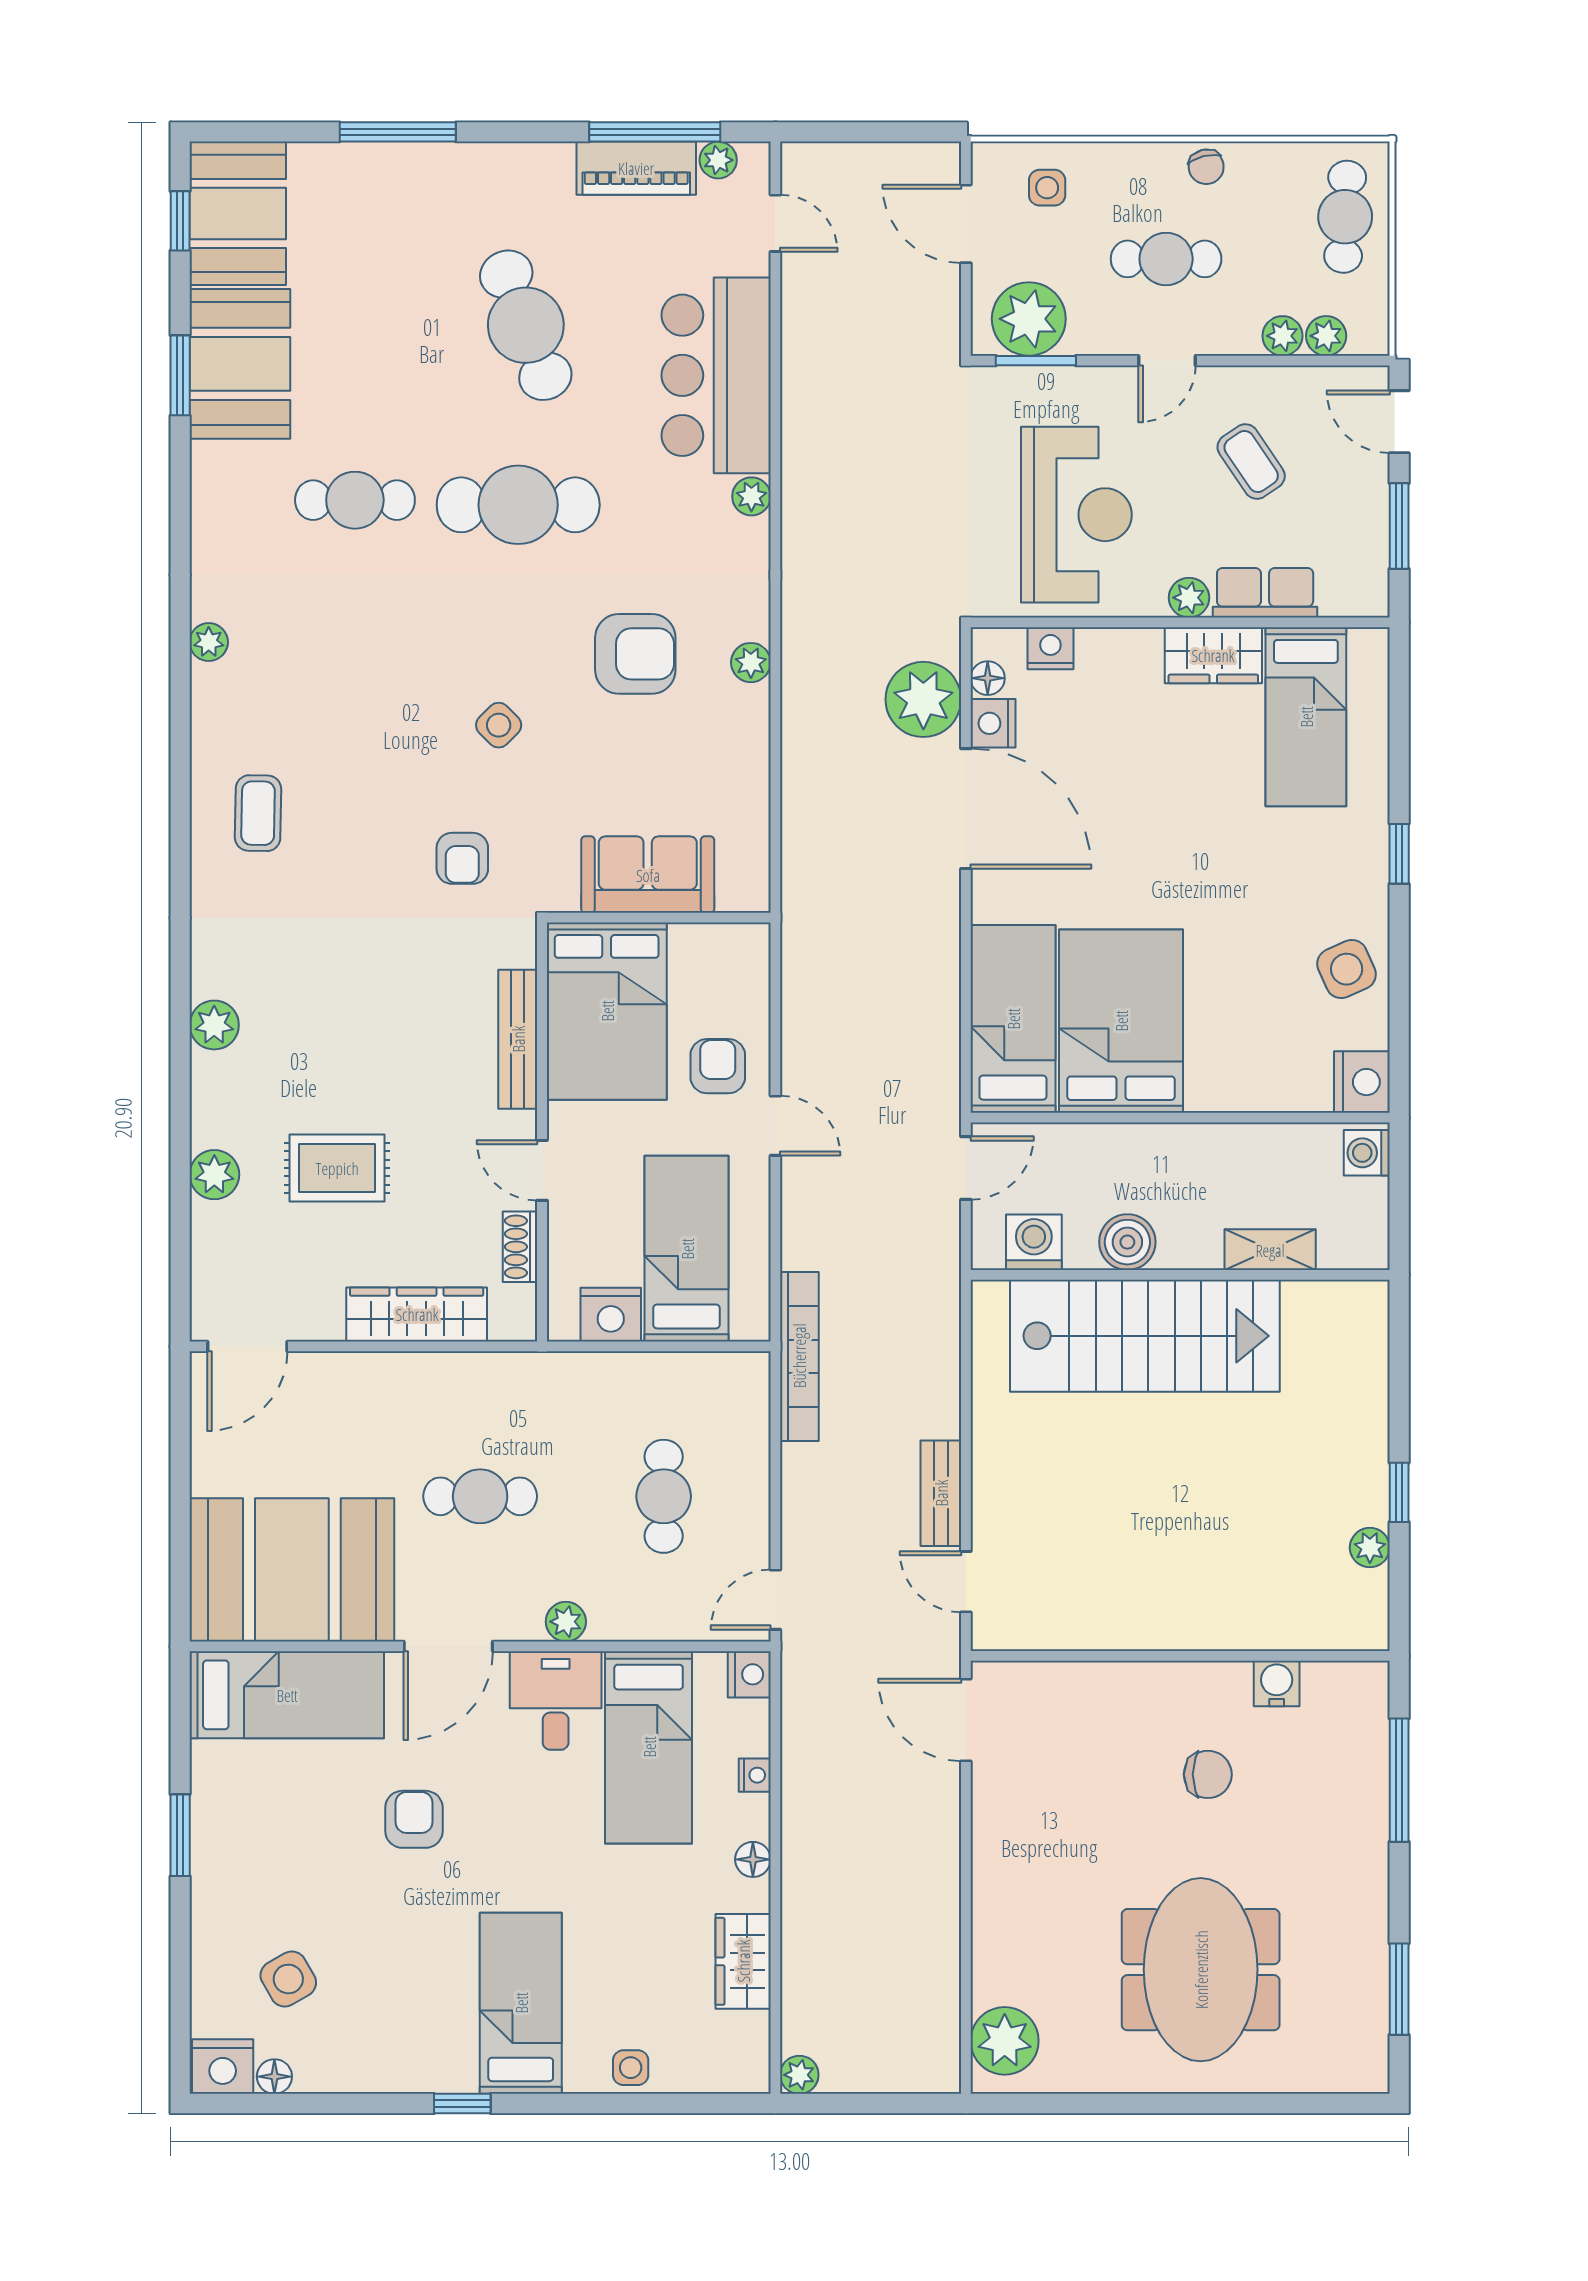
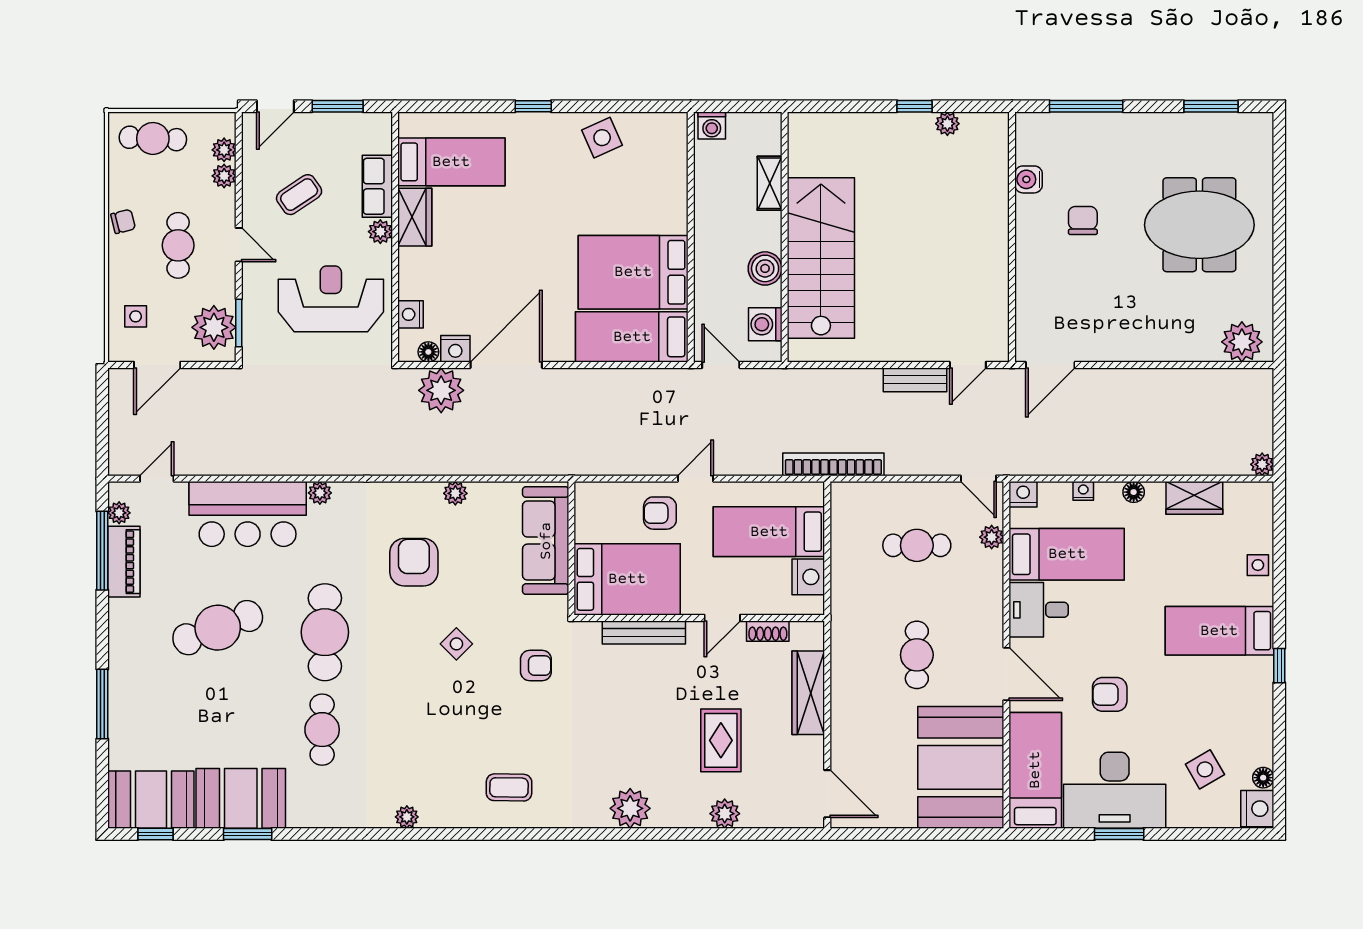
plant: (751, 663) -> (455, 493), moved
sofa: (648, 875) -> (546, 541), width x1.36
plant: (214, 1025) -> (630, 808), width x1.36, depth x1.36
nightstand: (1362, 1082) -> (670, 128), removed
plant: (566, 1622) -> (992, 537), moved
desk: (253, 1828) -> (1115, 790), added

